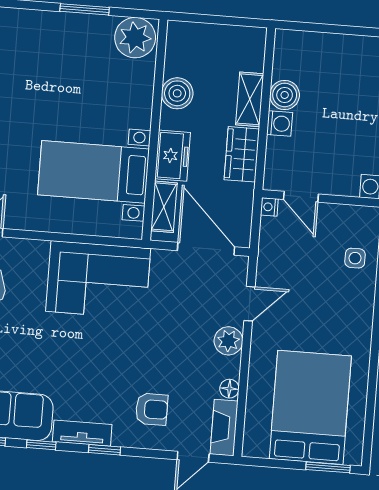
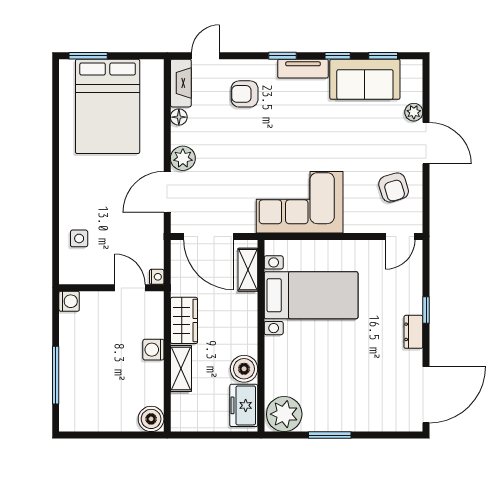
boiler: (285, 95) -> (151, 419), moved
freezer: (173, 156) -> (244, 405), moved
door: (249, 304) -> (167, 192), width x1.38

